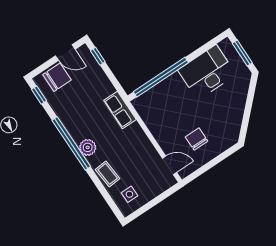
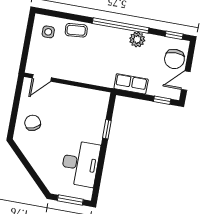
window: (161, 77) -> (107, 129), width x0.32
row of seats: (120, 110) -> (131, 84), moved
chair: (197, 139) -> (33, 123), moved, turned -114
plant: (88, 147) -> (137, 39), moved

